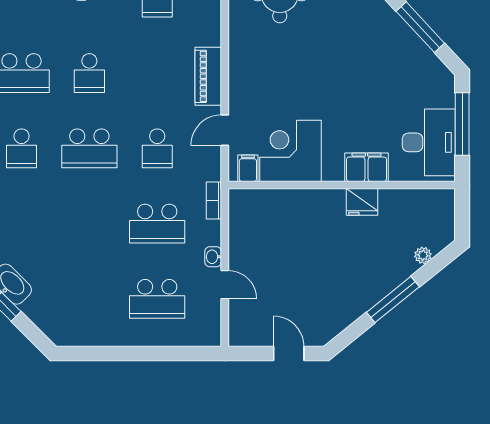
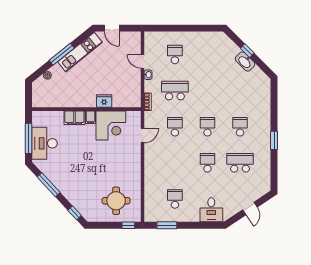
piano: (208, 76) -> (150, 161), removed
desk: (429, 142) -> (44, 143), moved
school desk: (89, 148) -> (207, 127), width x0.54
filing cabinet: (248, 168) -> (90, 117), moved
fridge: (362, 202) -> (104, 101), moved
school desk: (157, 299) -> (175, 54), width x0.54
kitchen unit: (355, 304) -> (80, 52), added

